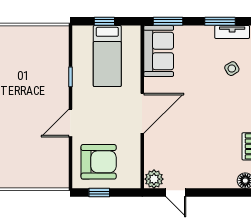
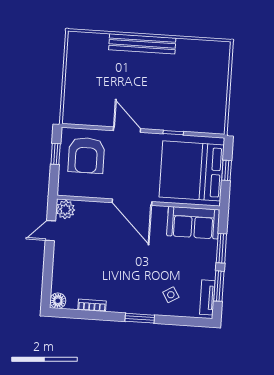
window: (168, 21) -> (221, 248), moved
bed: (107, 56) -> (192, 171), width x2.04

